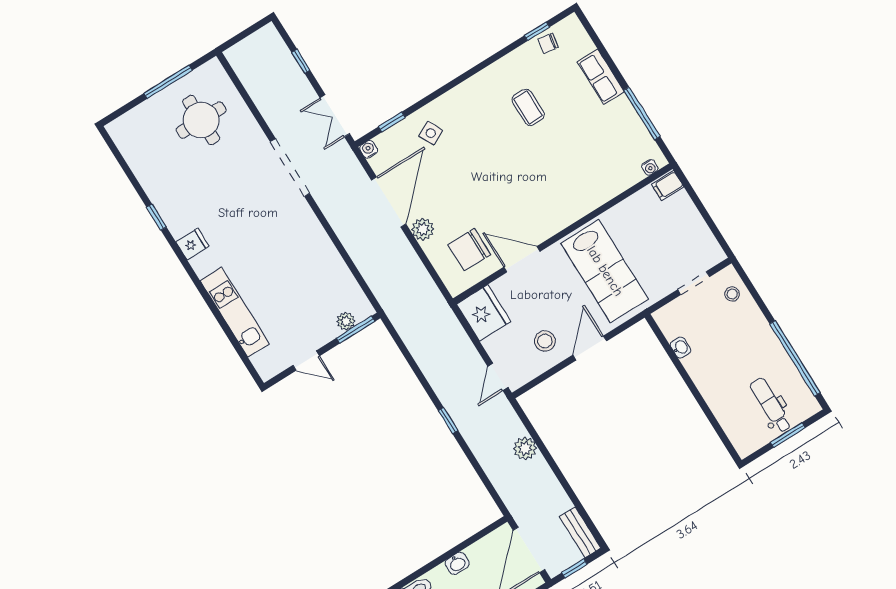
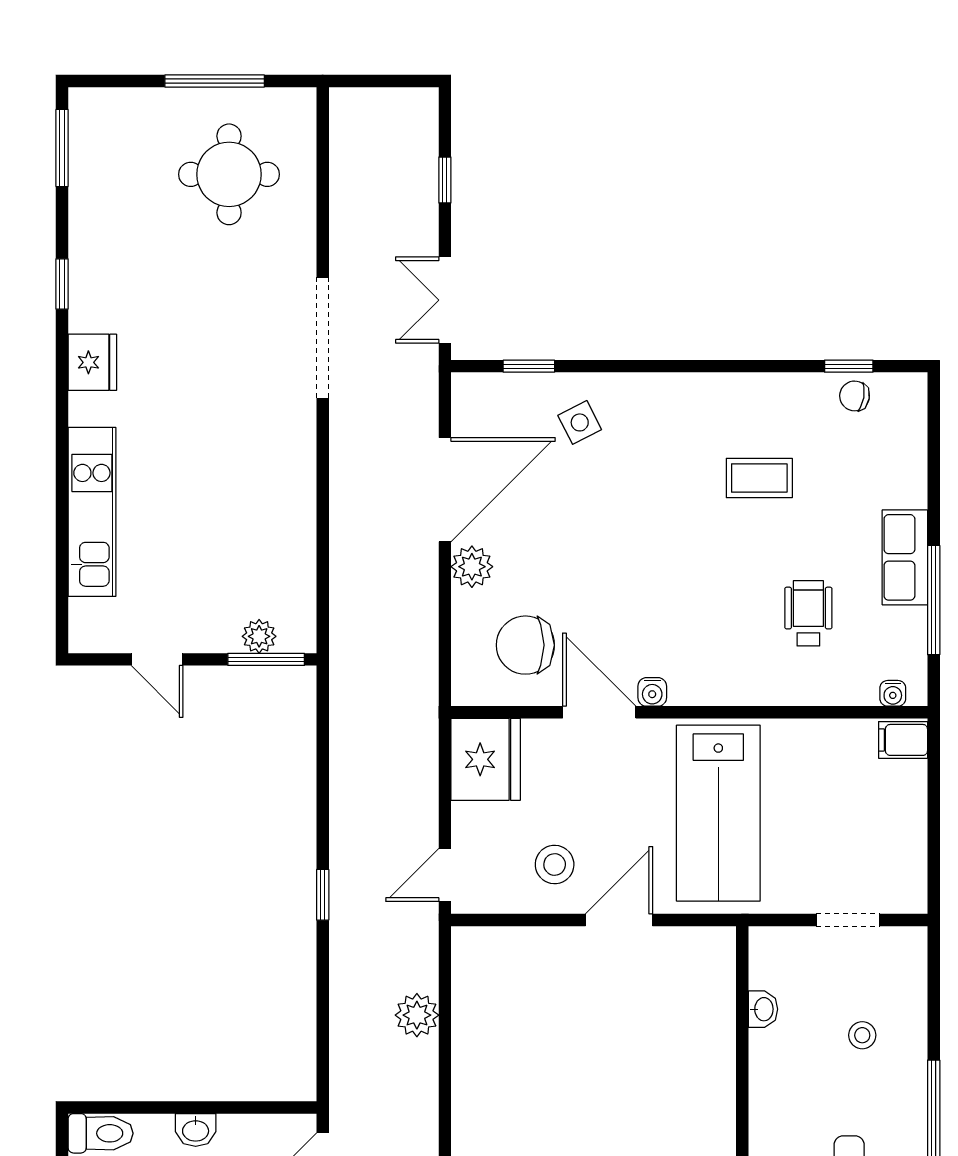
row of seats: (601, 77) -> (905, 557), moved
coffee table: (528, 107) -> (759, 478), turned 90
water cooler: (369, 149) -> (652, 692), moved, turned 180
window: (118, 155) -> (62, 148), added
wheelchair: (589, 155) -> (808, 613), added
fridge: (192, 244) -> (92, 362), width x1.38
stool: (732, 294) -> (862, 1035), moved

